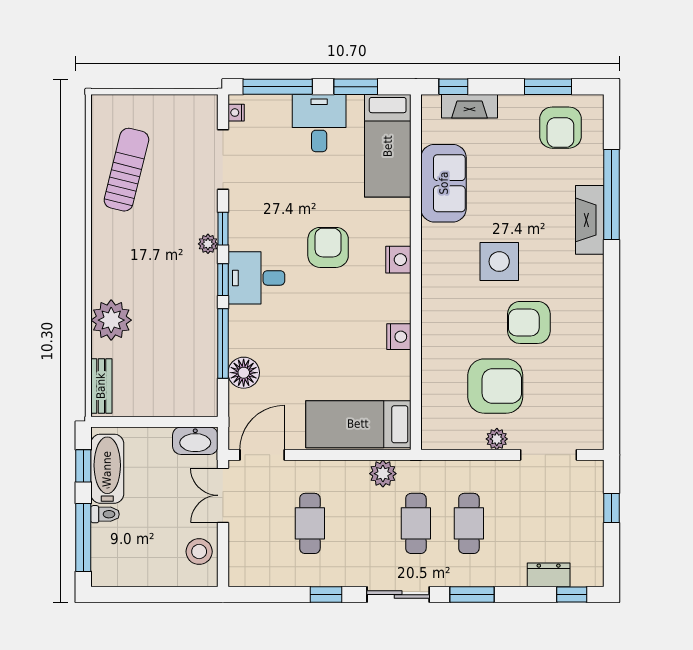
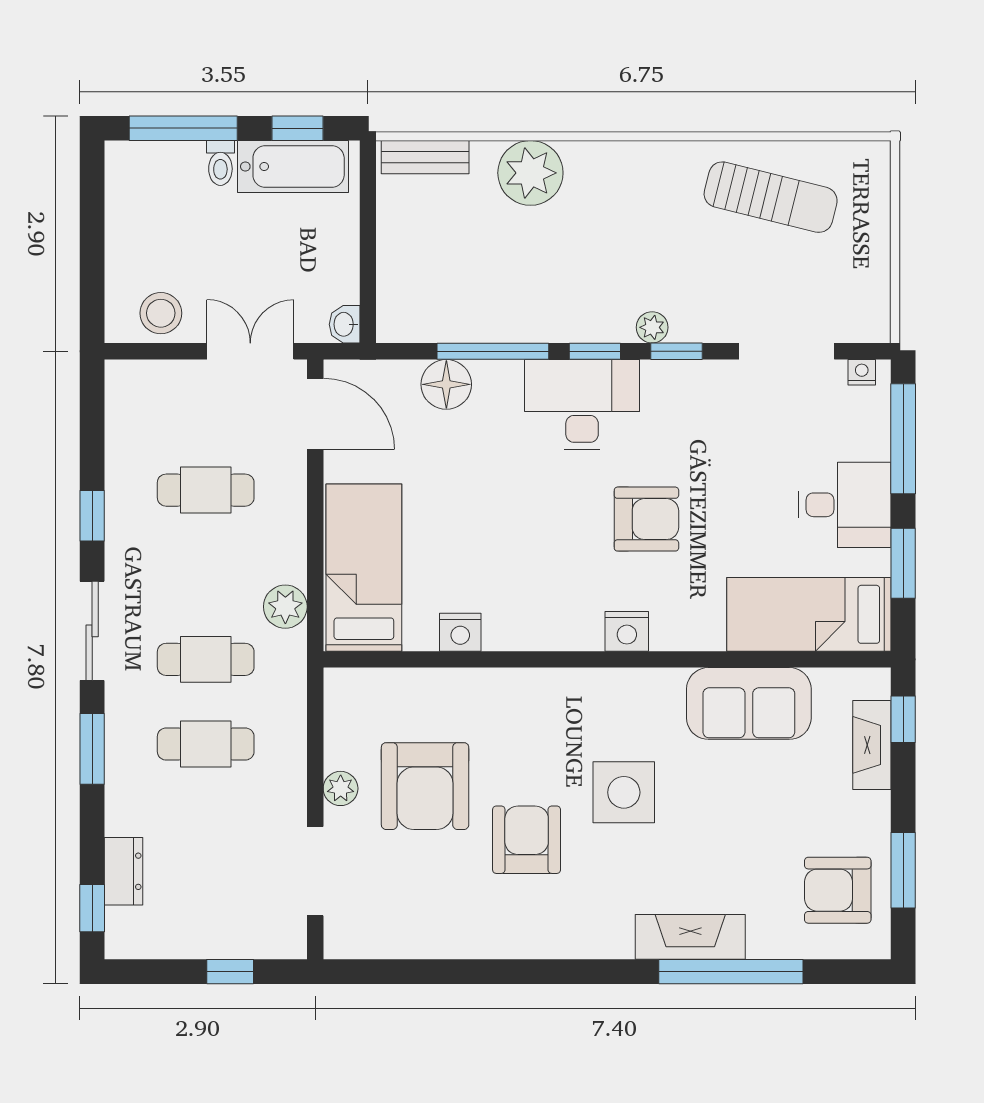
desk: (256, 278) -> (582, 404), width x1.37
nightstand: (399, 337) -> (460, 632), moved
washbasin: (195, 441) -> (345, 324), width x0.52, depth x0.69

